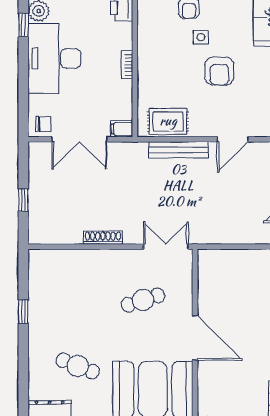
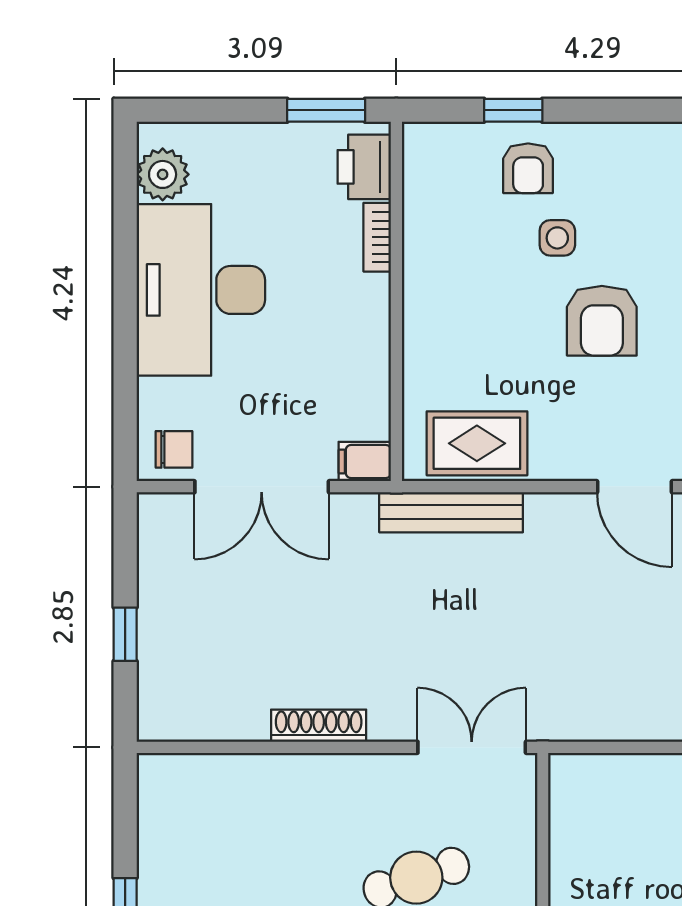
window: (23, 25) -> (125, 209), removed
bookcase: (127, 65) -> (377, 237), moved
door: (233, 139) -> (634, 487), hinge flipped
bench: (178, 150) -> (451, 512), moved

